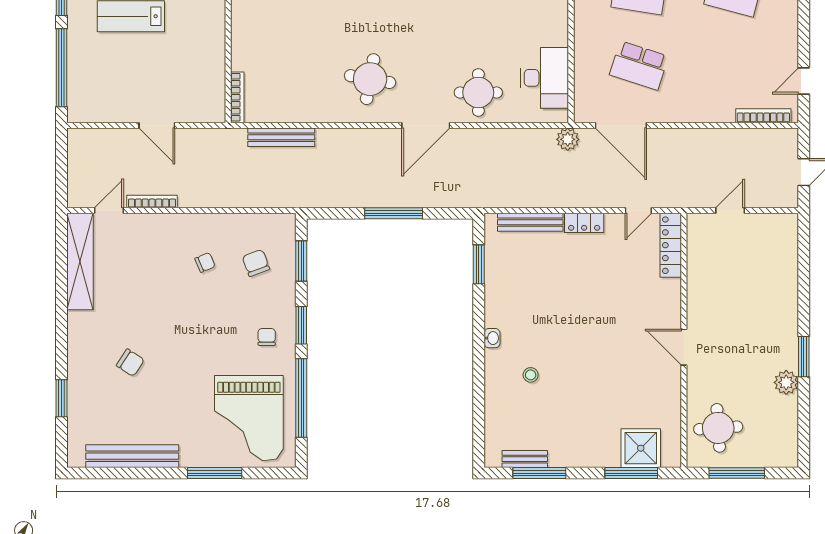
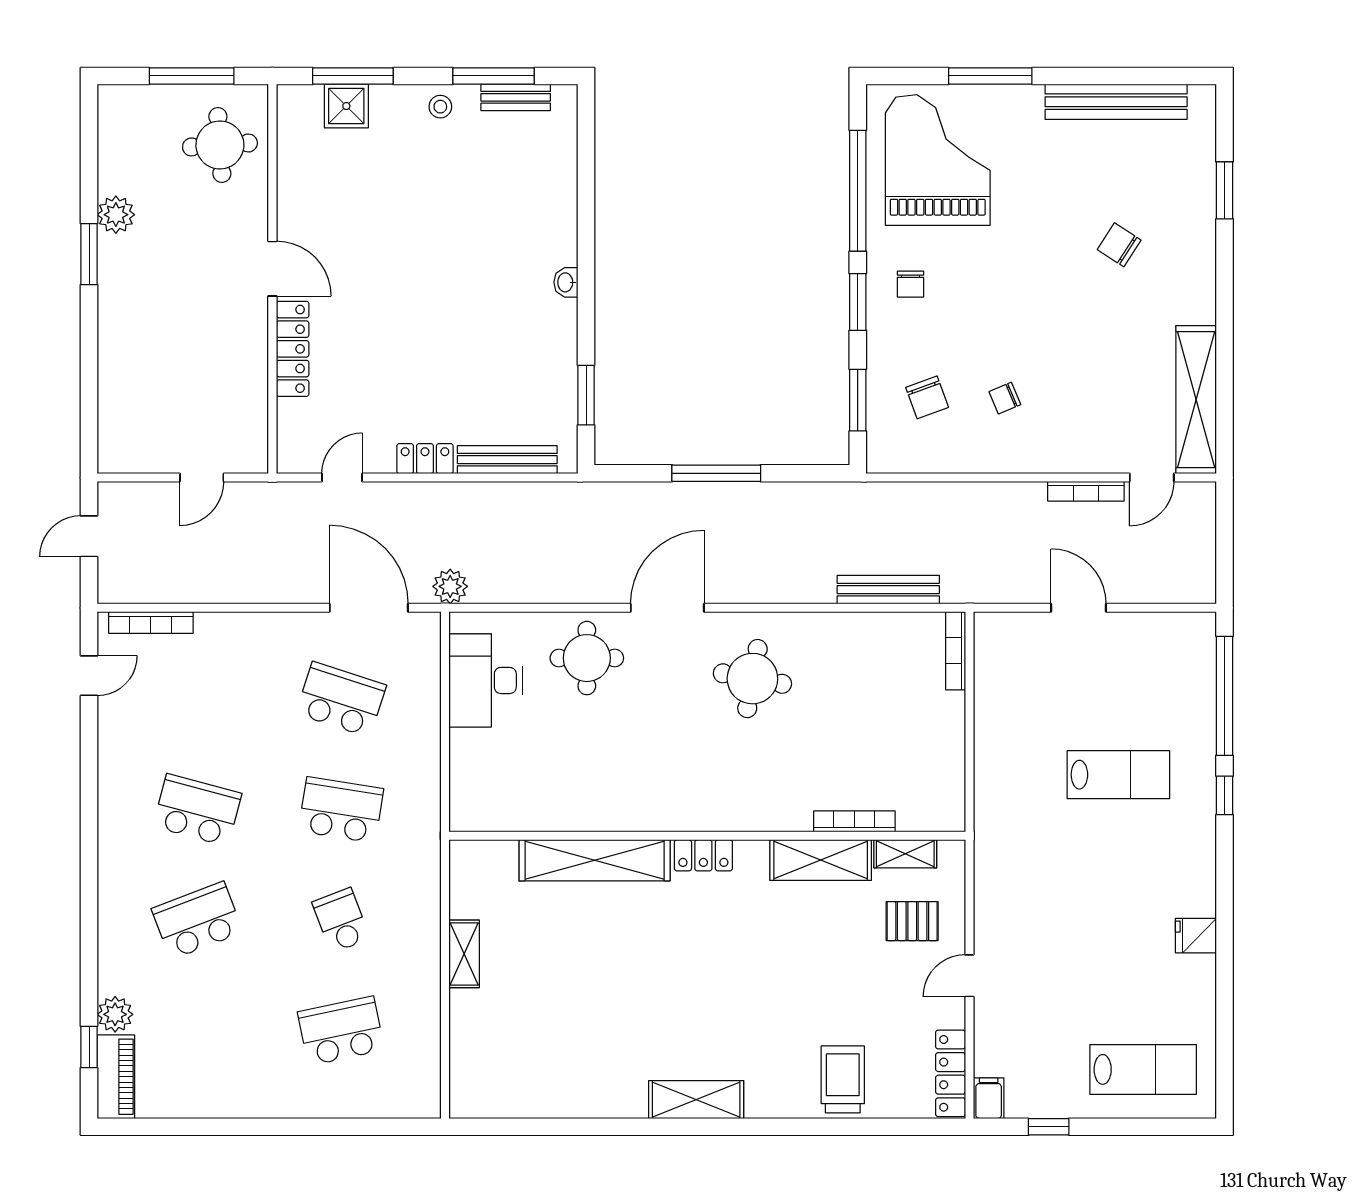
locker: (671, 245) -> (293, 349), moved
stool: (531, 375) -> (440, 107), moved
shower: (641, 448) -> (346, 106), width x0.73, depth x0.73

